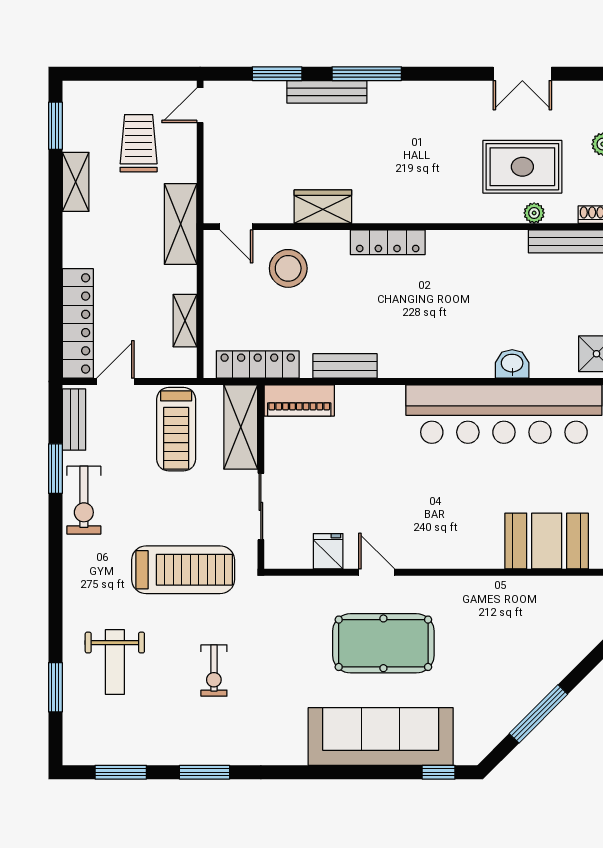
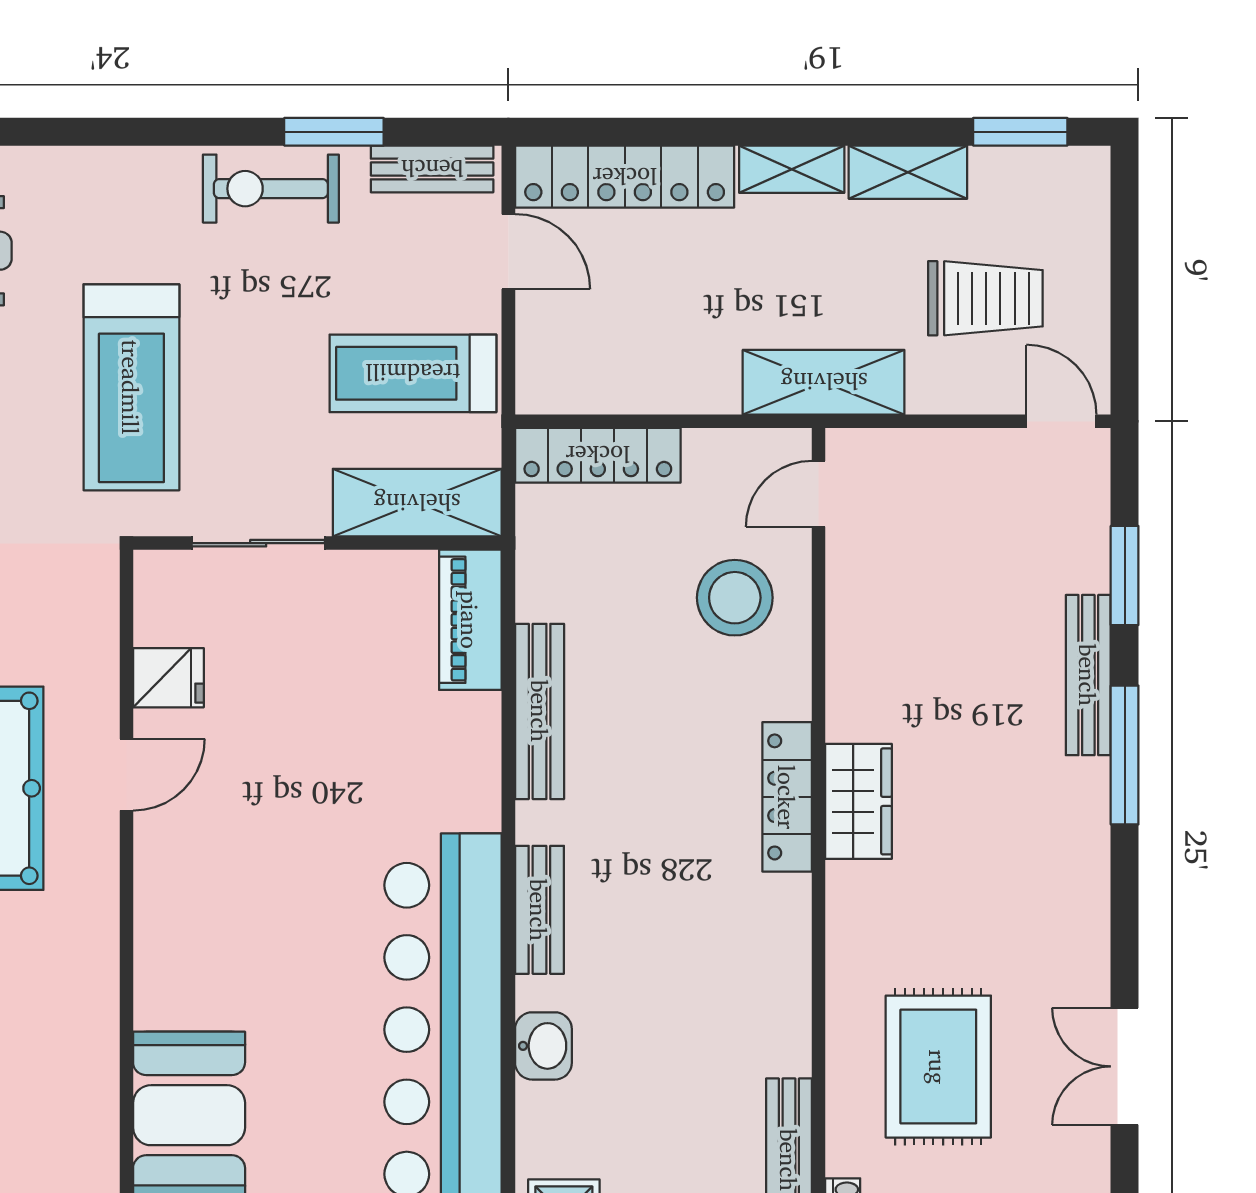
wardrobe: (323, 207) -> (858, 801), moved
plant: (534, 213) -> (846, 1090), removed
shelving: (185, 321) -> (792, 169), moved
locker: (258, 364) -> (598, 455), moved, turned 90
bench: (345, 366) -> (540, 711), width x1.36
bench: (444, 366) -> (539, 910), added

